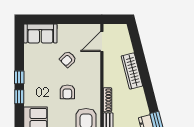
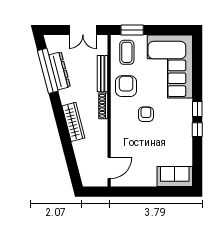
armchair: (68, 59) -> (145, 149), removed
wardrobe: (132, 71) -> (73, 122), moved

